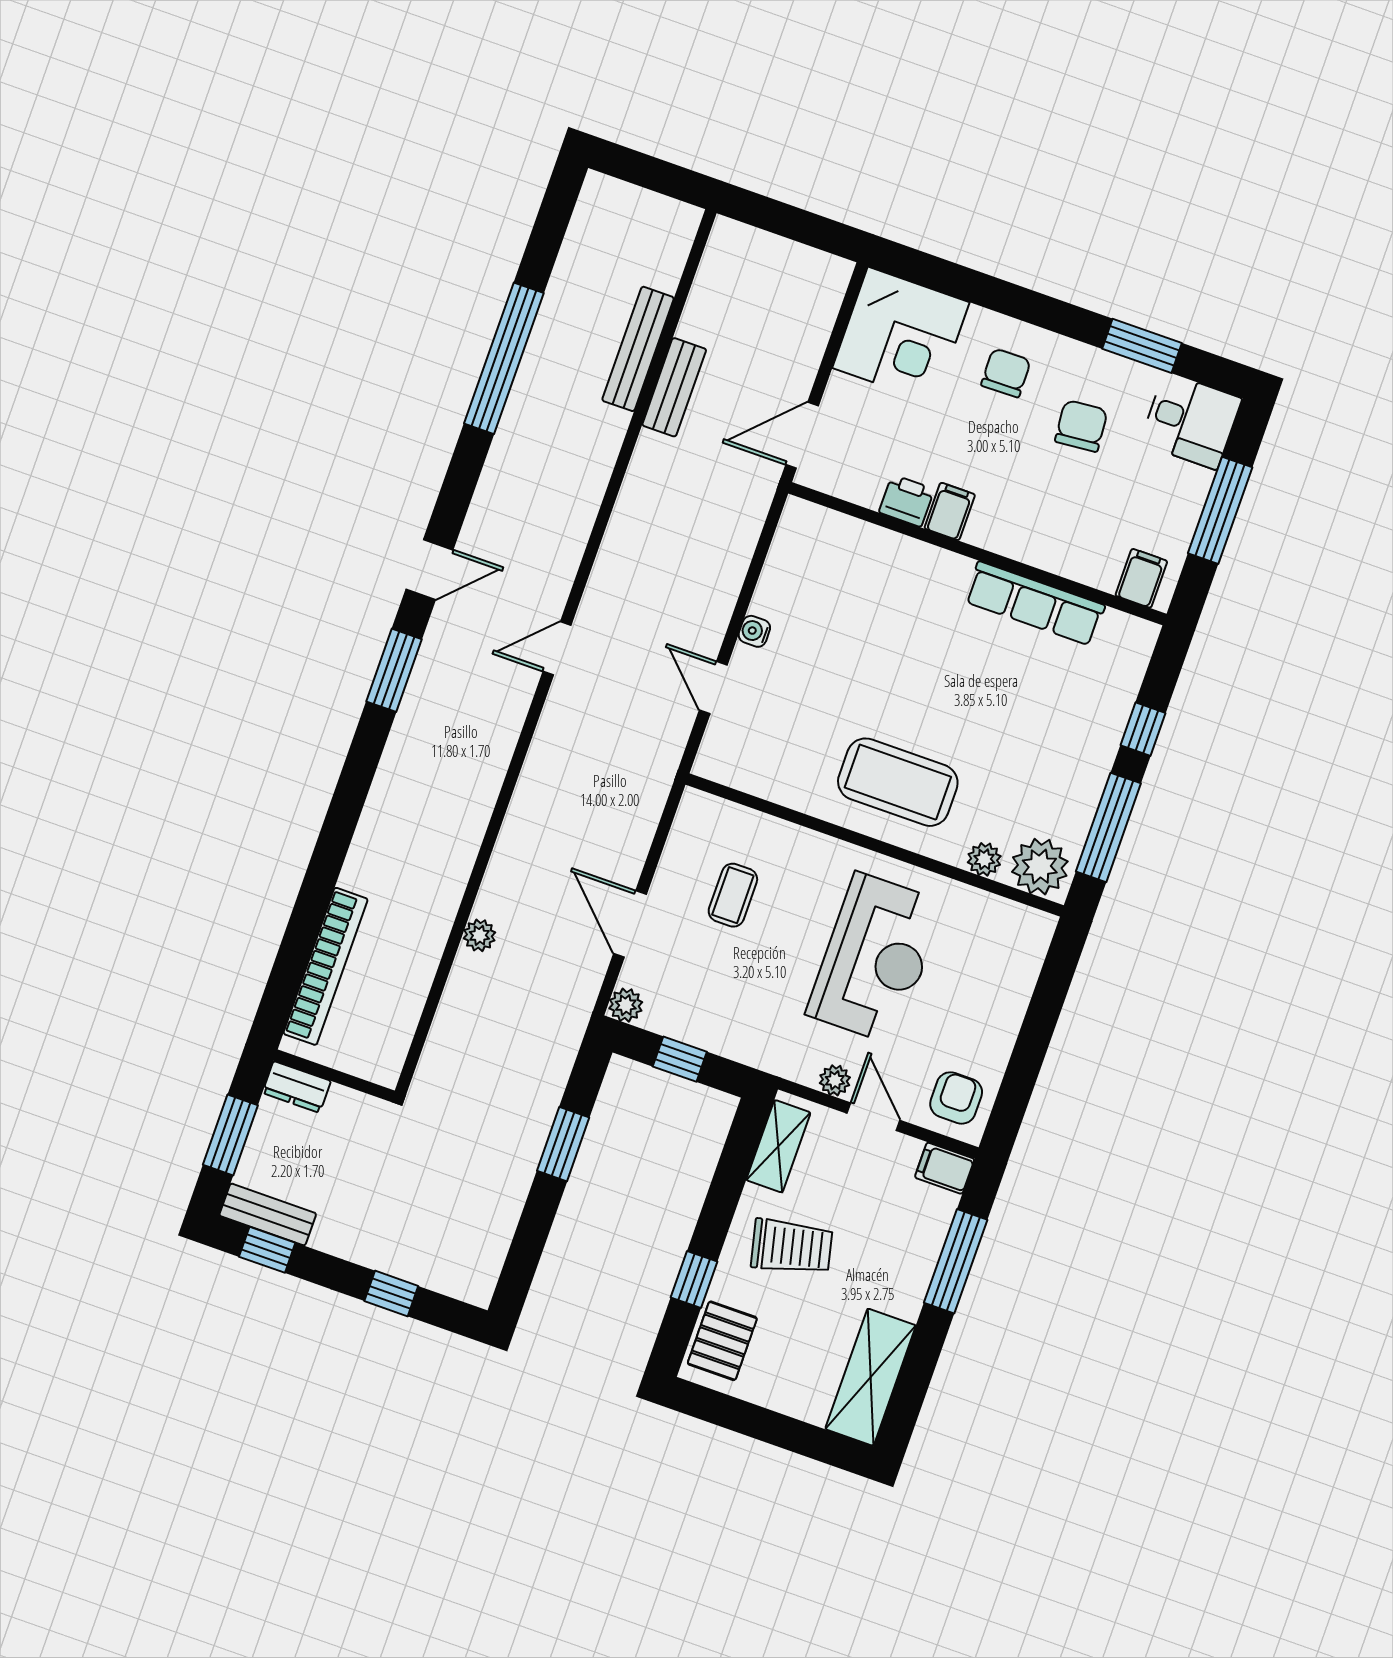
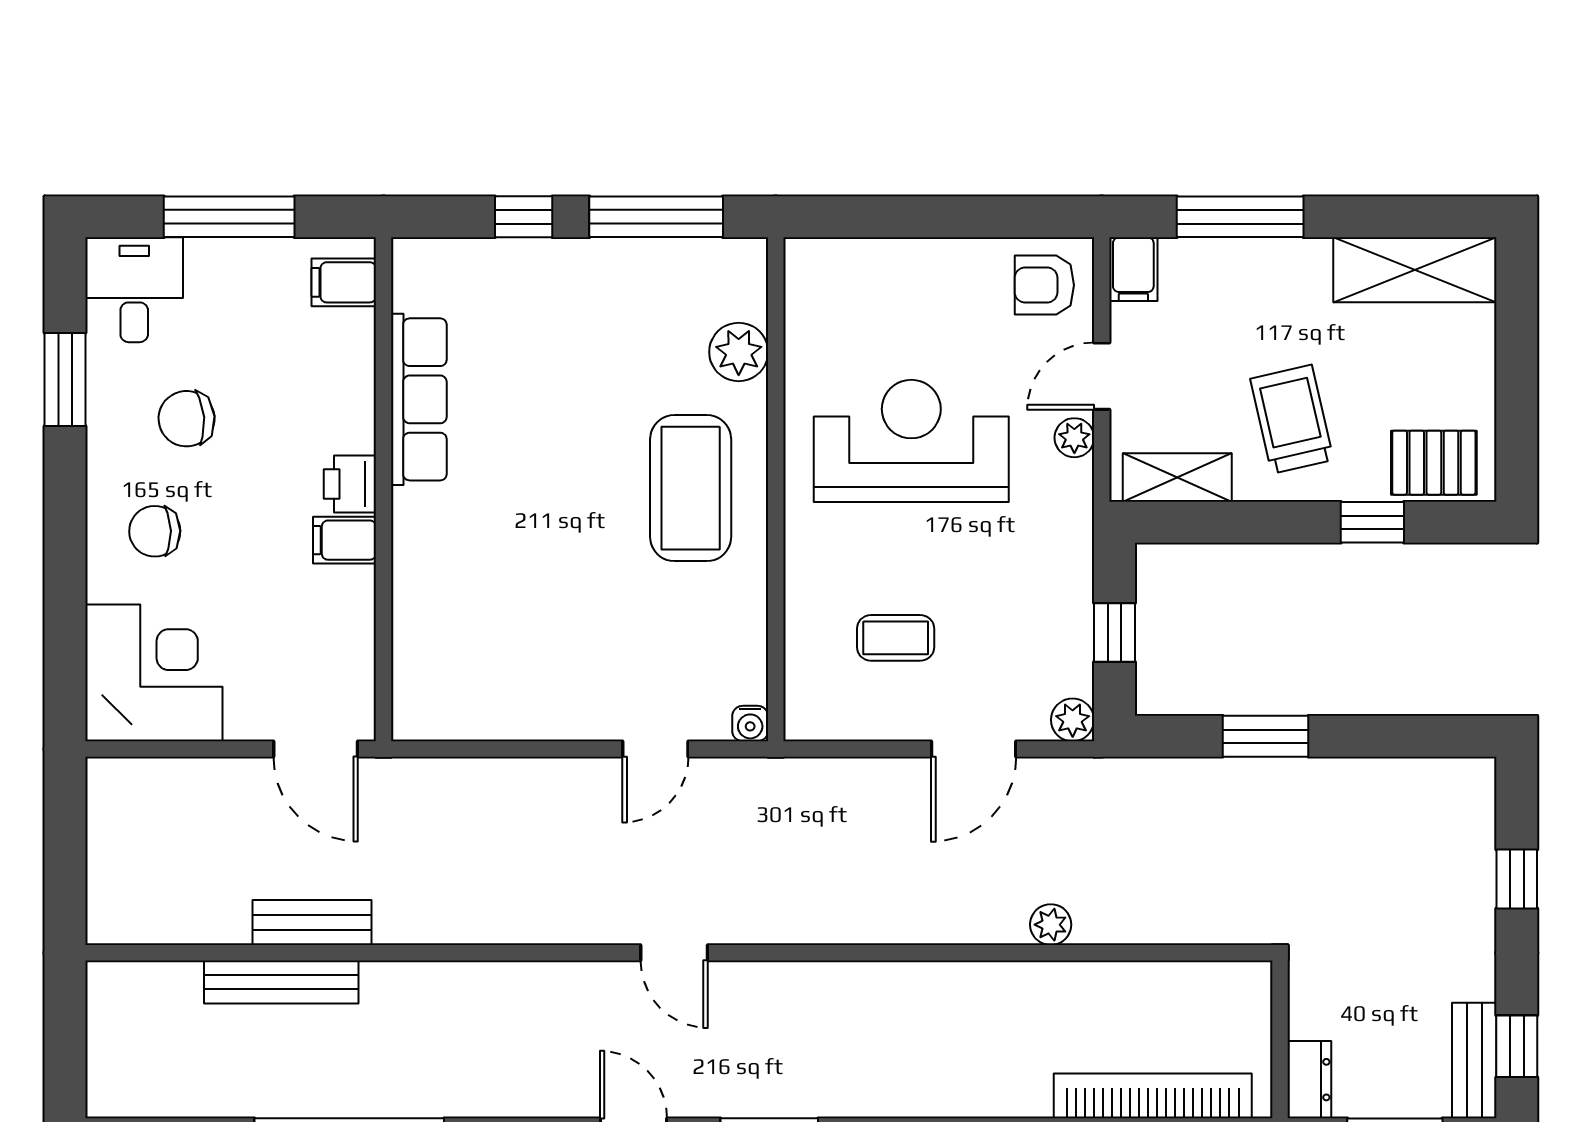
printer: (907, 501) -> (350, 484), moved
water cooler: (754, 631) -> (750, 724), moved
plant: (984, 859) -> (739, 352), width x1.38, depth x1.38
plant: (1040, 867) -> (732, 282), removed

